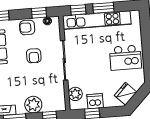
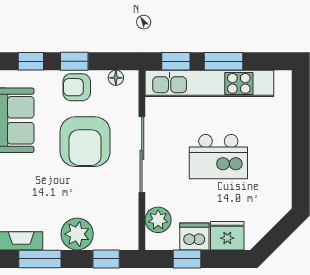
window: (39, 13) -> (74, 61), moved
armchair: (34, 56) -> (85, 142), width x1.88, depth x1.88
kitchen island: (125, 58) -> (218, 157), moved
fridge: (126, 94) -> (227, 236), moved, turned 45

